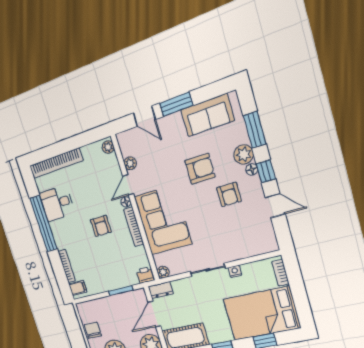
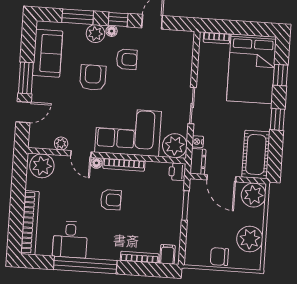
plant: (108, 147) -> (42, 166), width x1.88, depth x1.88
nightstand: (235, 271) -> (198, 142), moved
plant: (163, 272) -> (175, 146), width x1.88, depth x1.88

